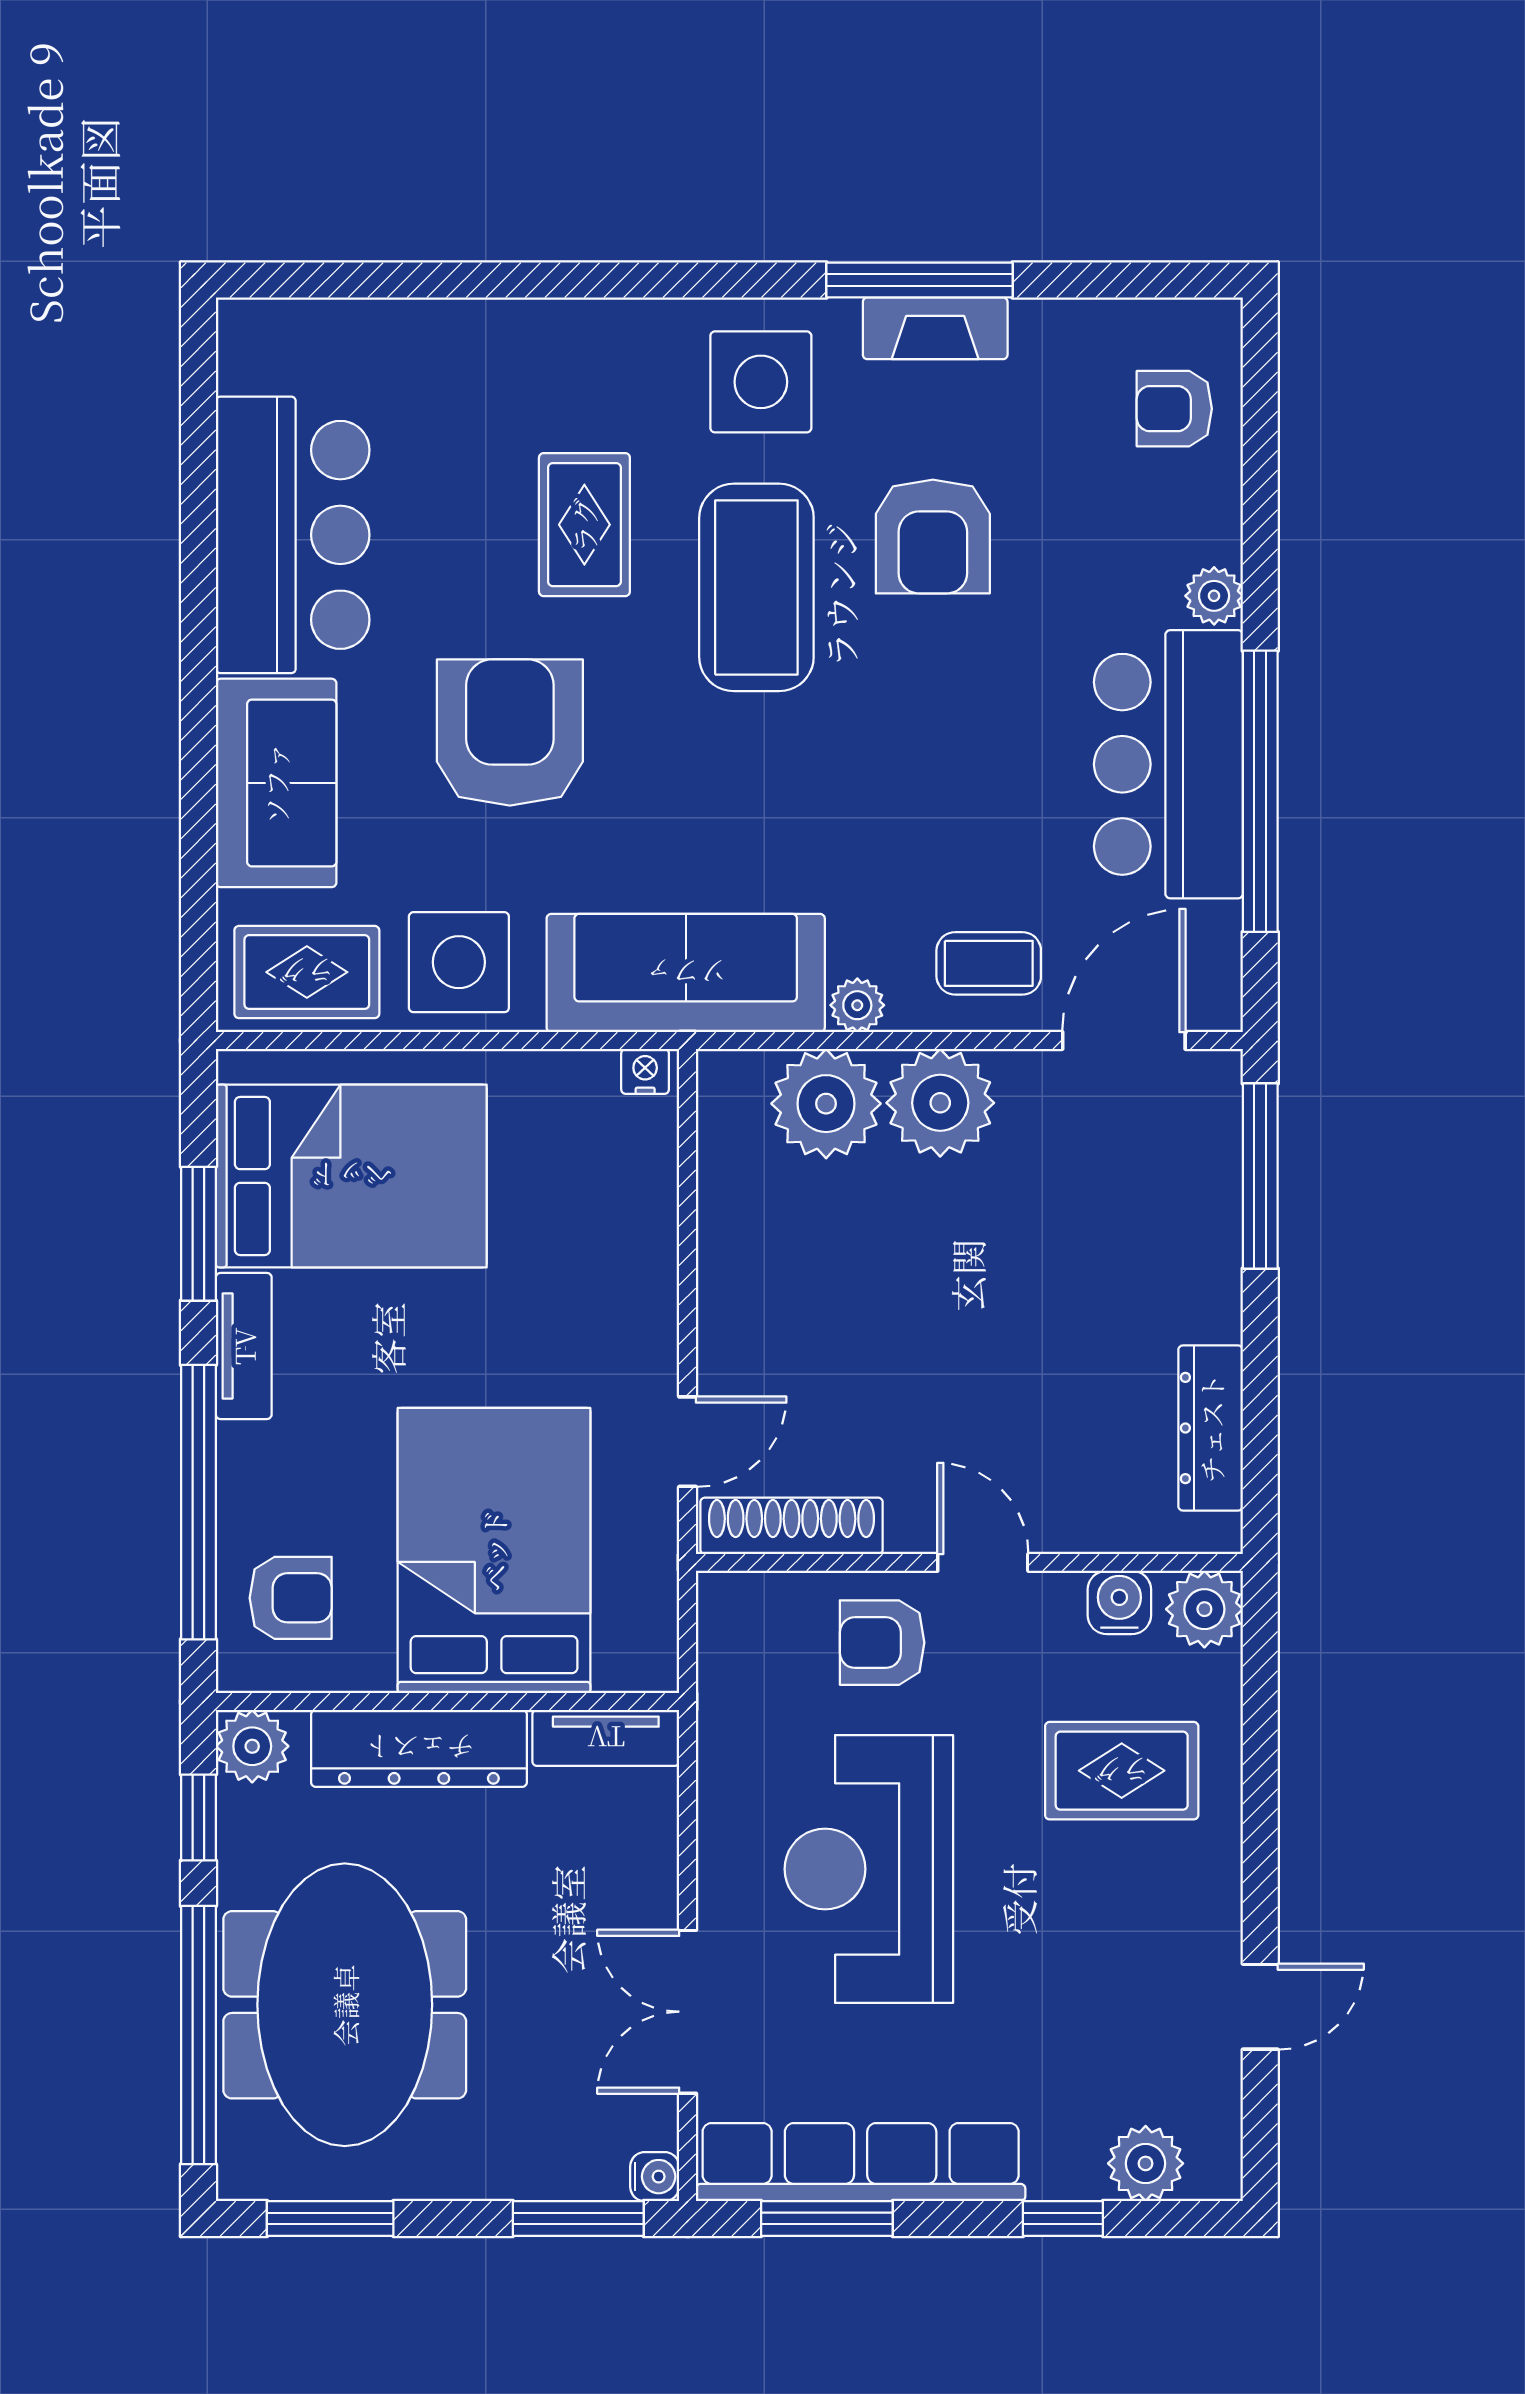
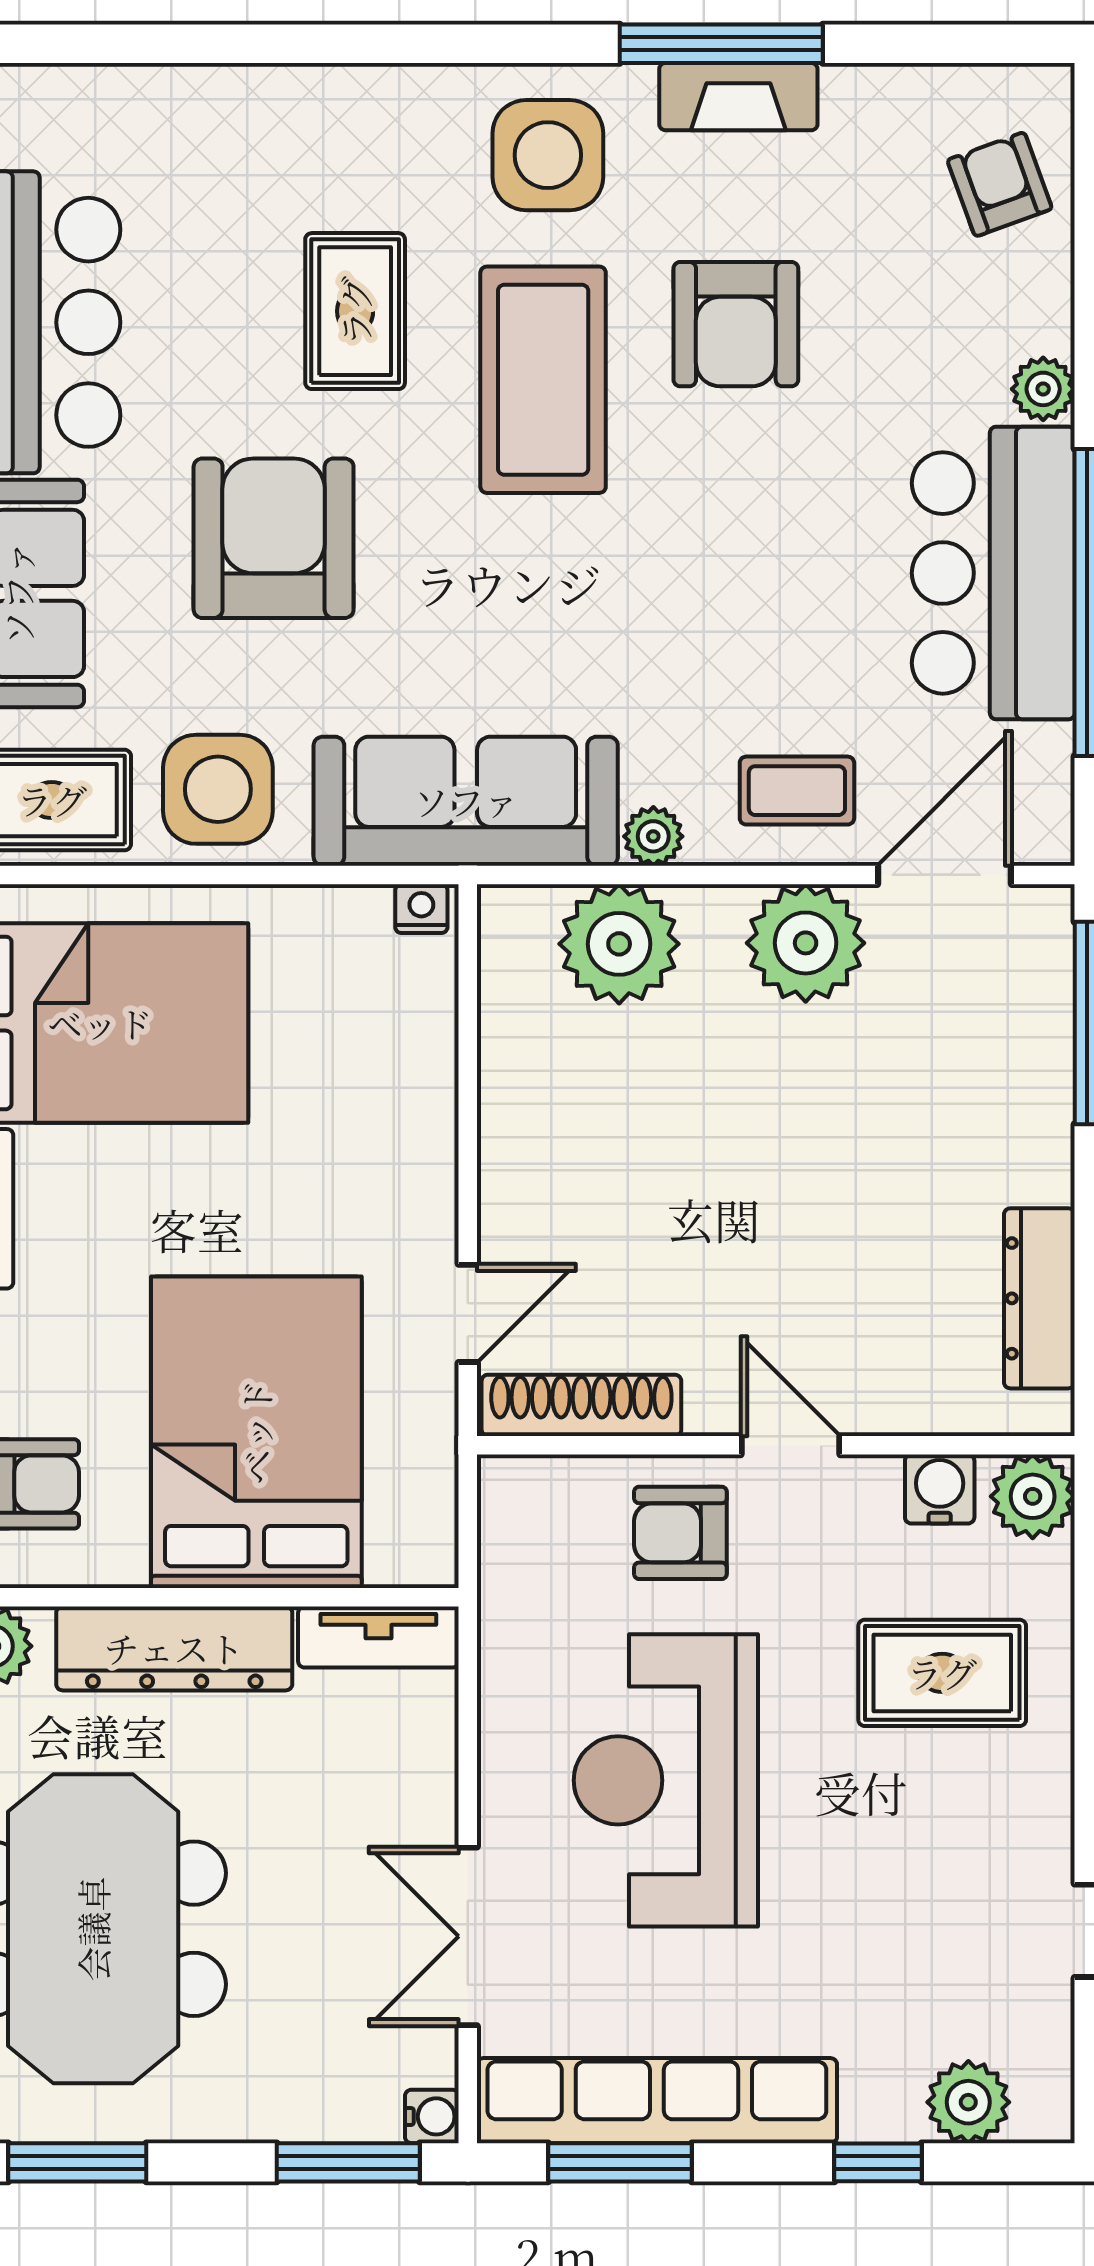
armchair: (1174, 409) -> (1000, 184), turned 70
plant: (940, 1103) -> (806, 943), moved

